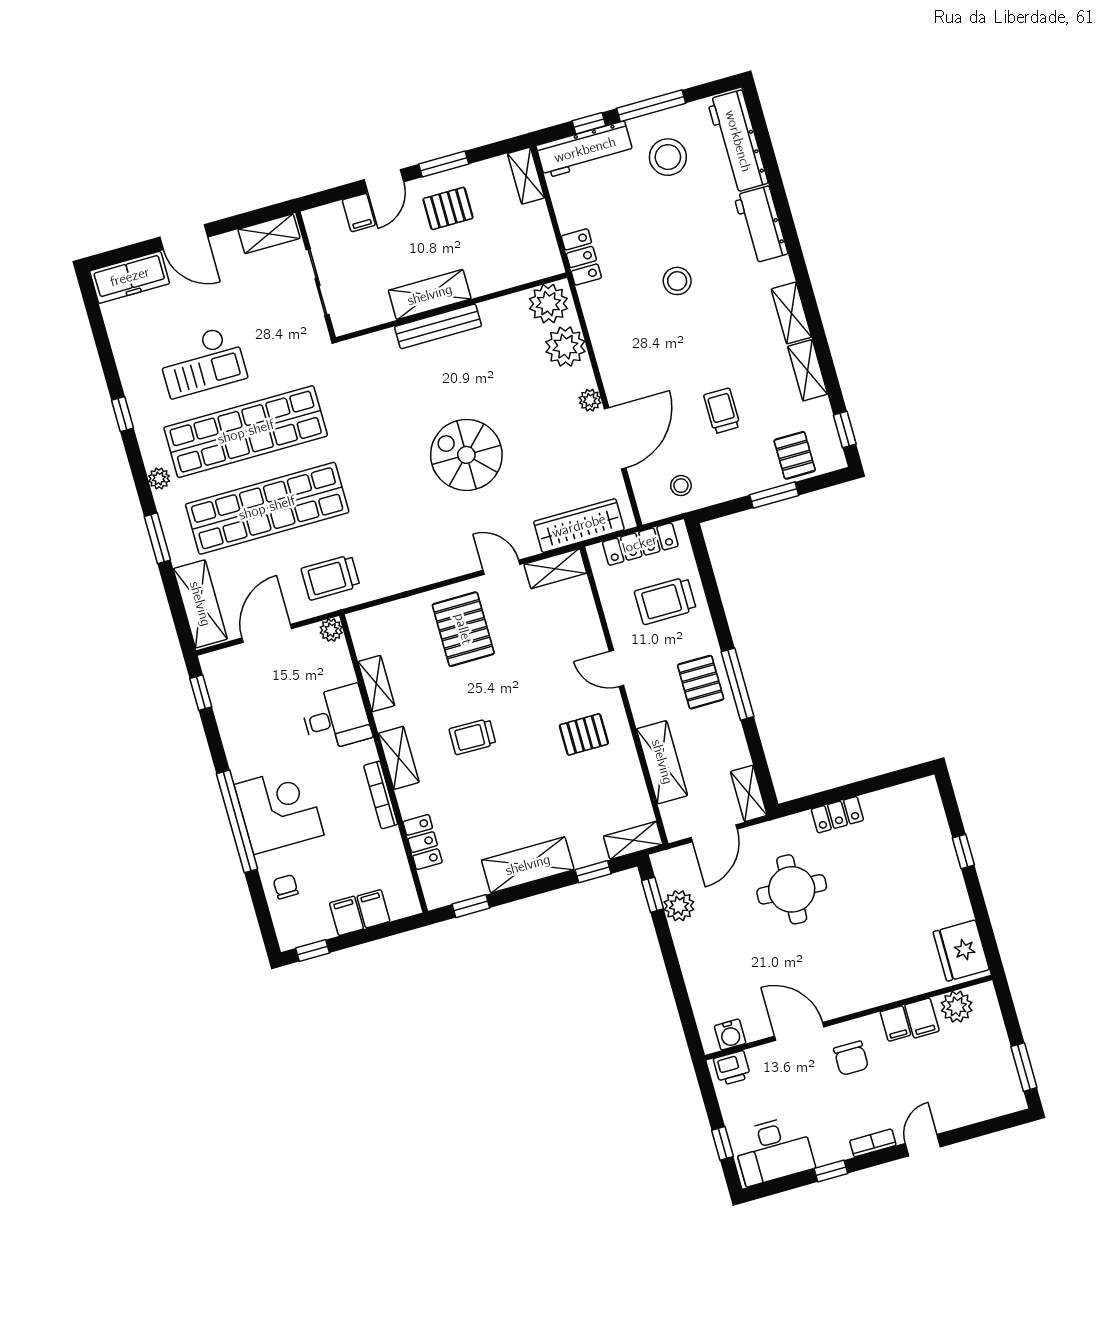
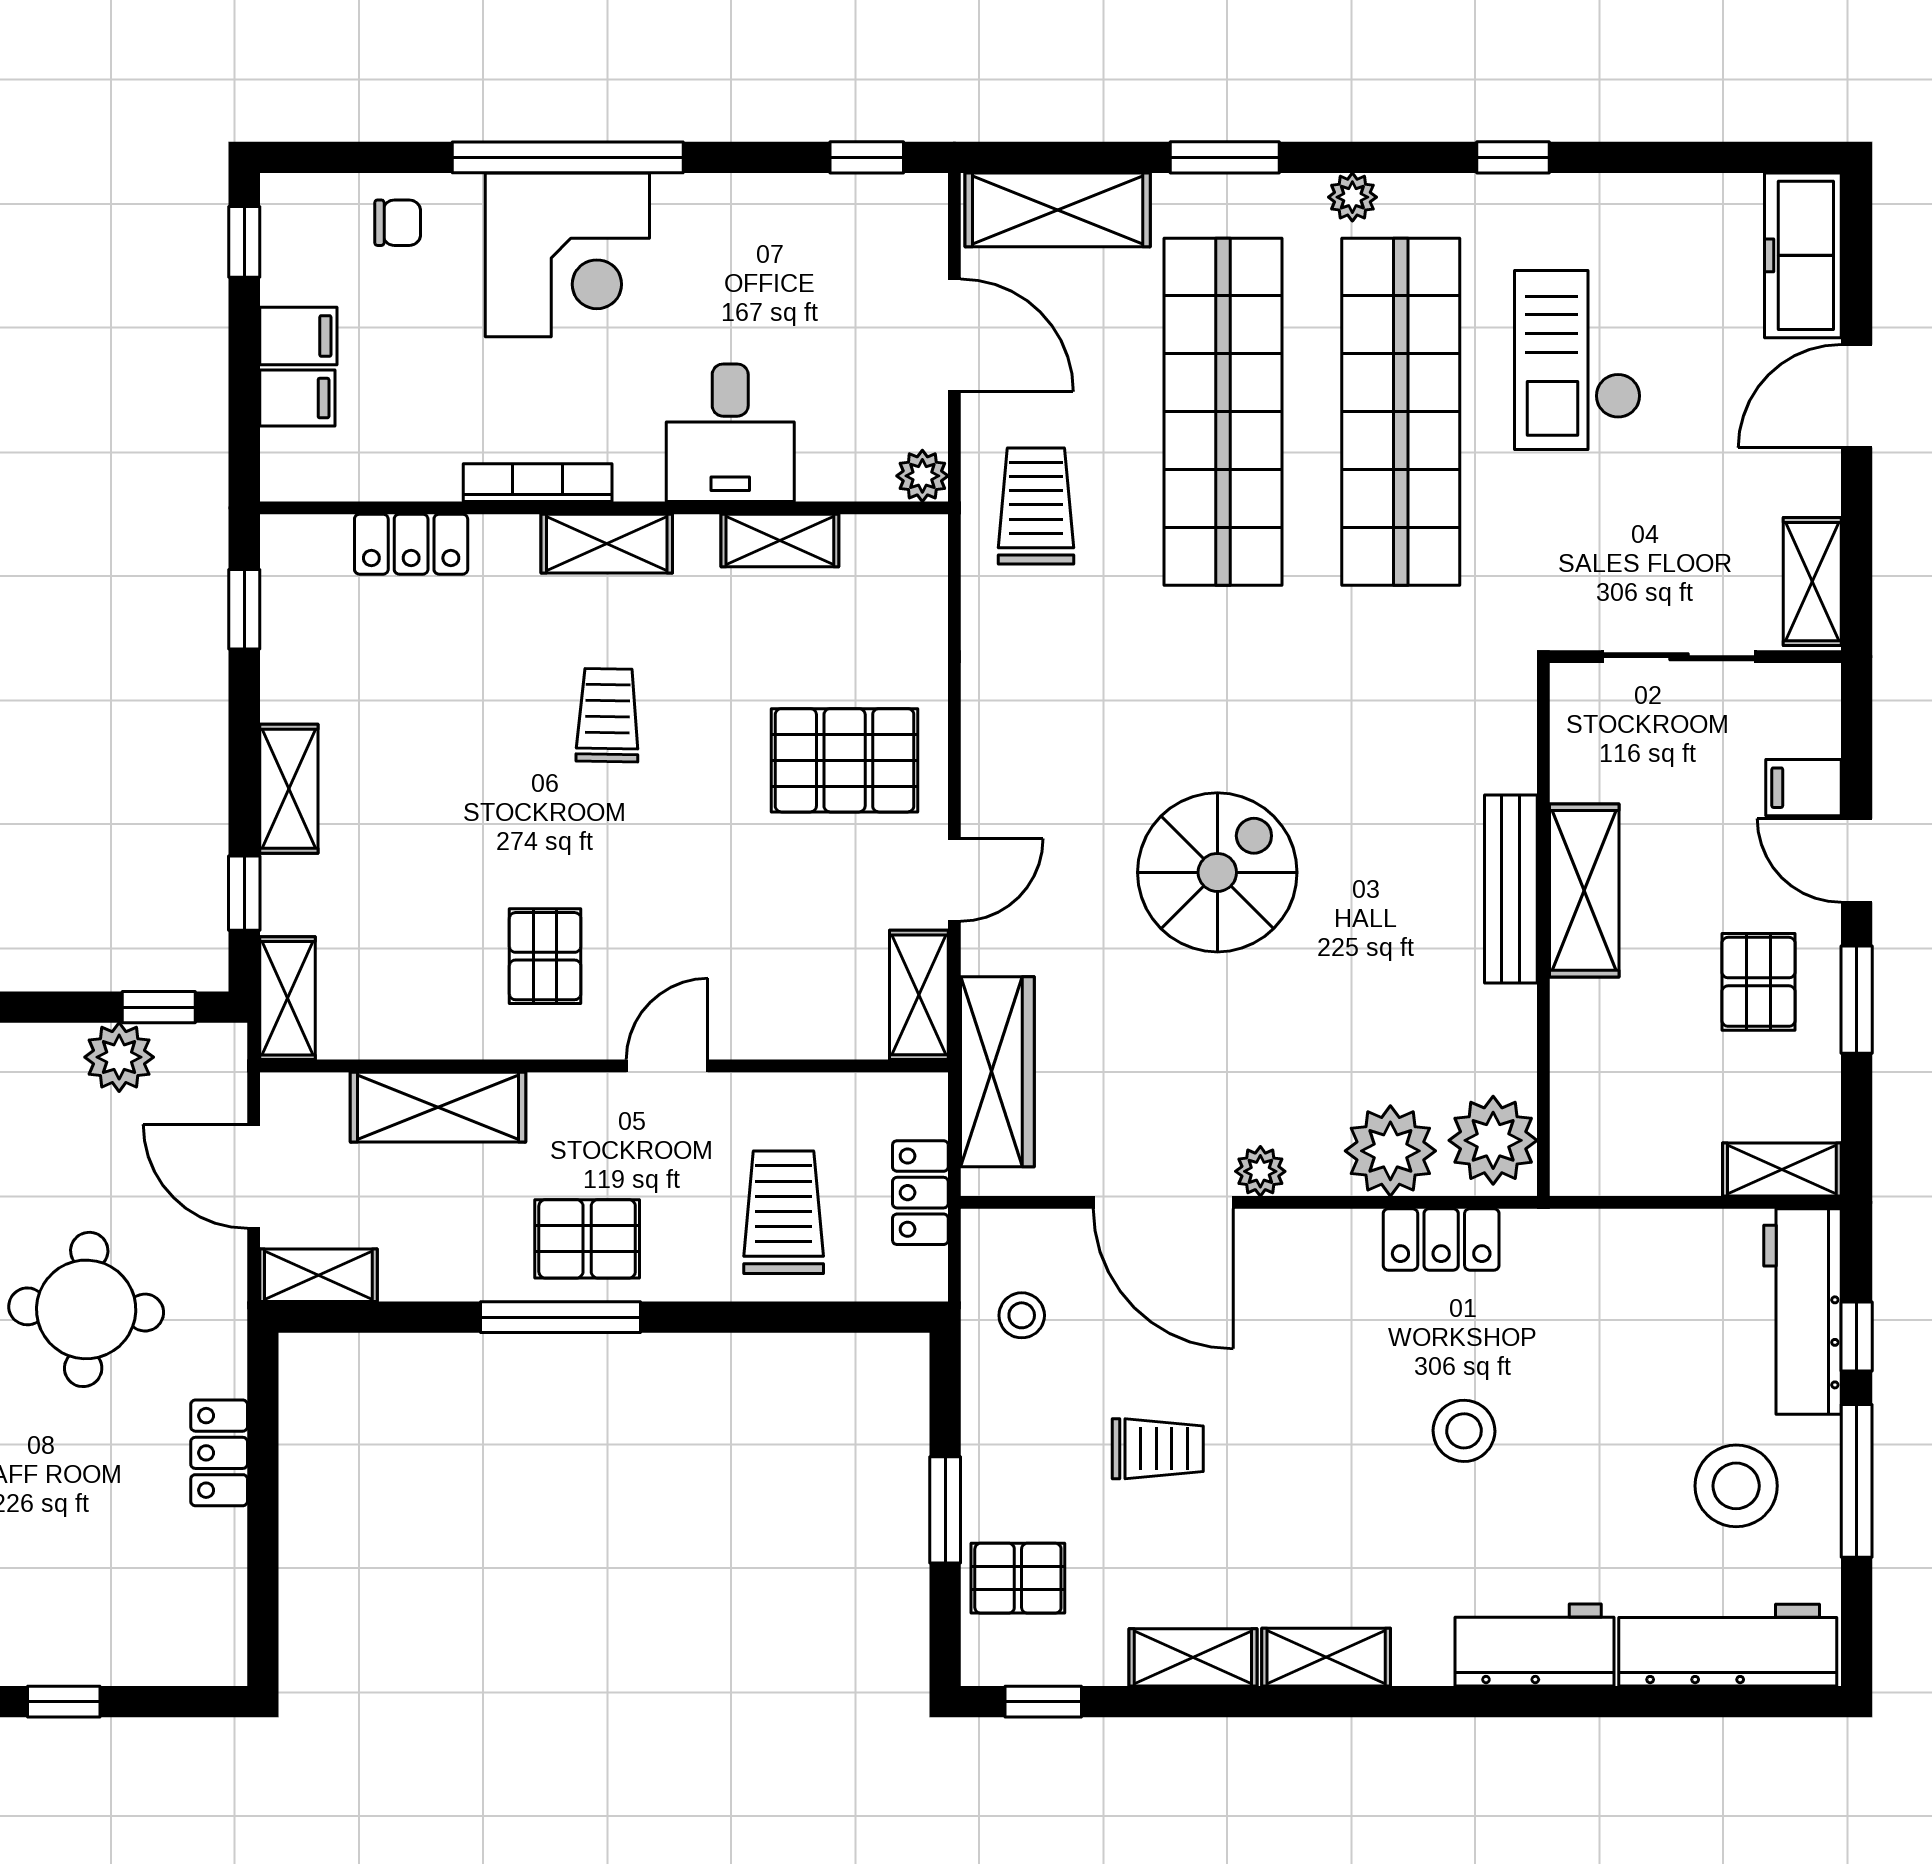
locker: (581, 257) -> (1441, 1239), moved
locker: (640, 544) -> (920, 1193), width x0.66
shelving: (528, 865) -> (289, 789), width x0.67, depth x0.75

